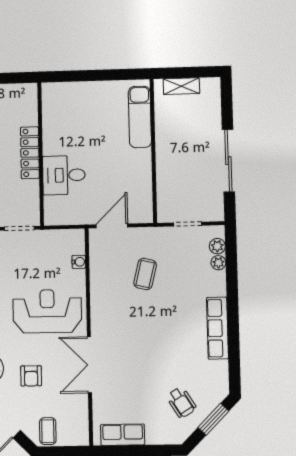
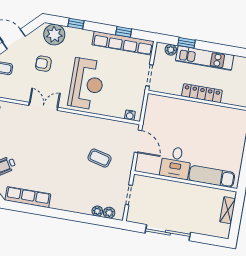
desk: (64, 175) -> (176, 163), moved, turned 180
water cooler: (79, 262) -> (130, 115), moved
row of seats: (218, 328) -> (28, 197), moved
double door: (89, 365) -> (43, 106), width x0.73

